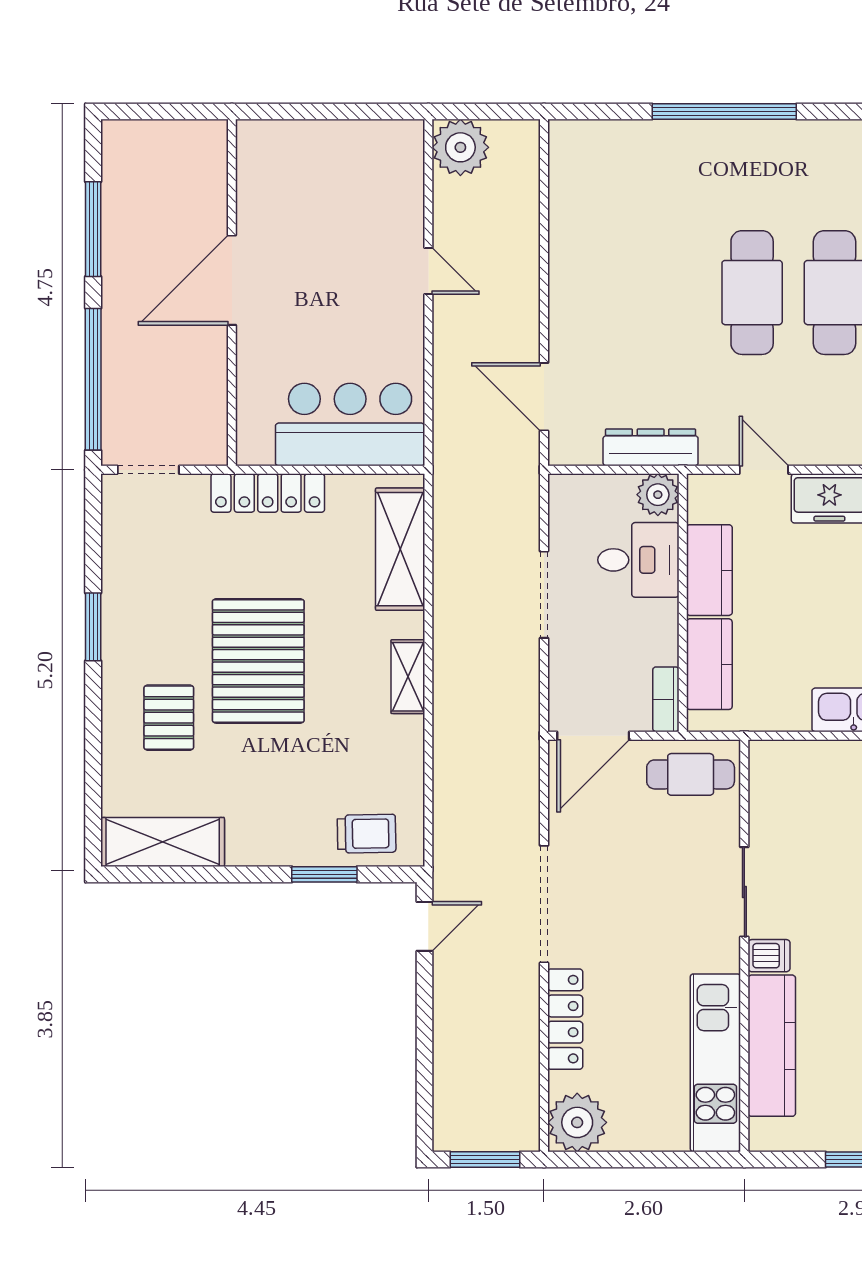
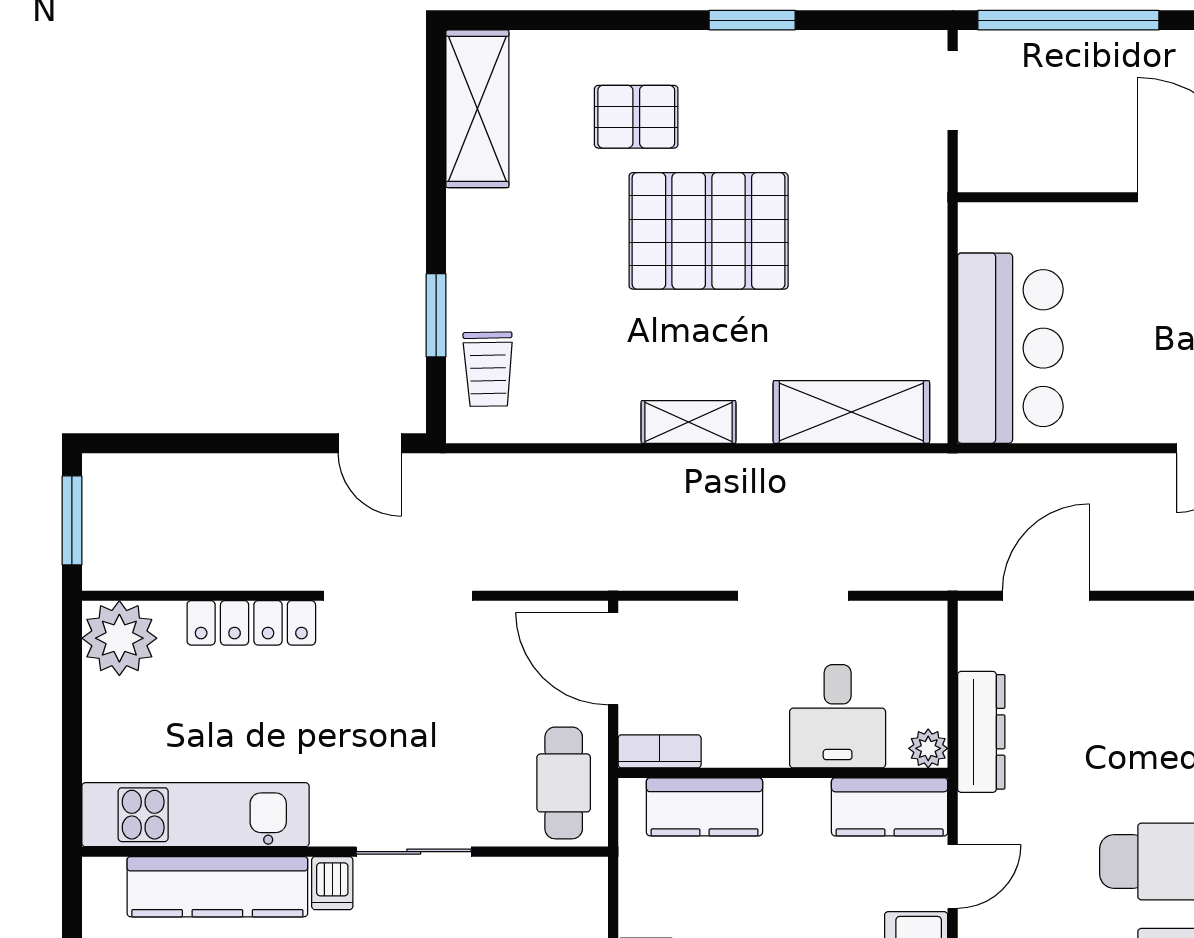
locker: (268, 493) -> (923, 243), removed
plant: (658, 495) -> (928, 748), width x0.73, depth x0.73
kitchen counter: (709, 570) -> (890, 807), moved

